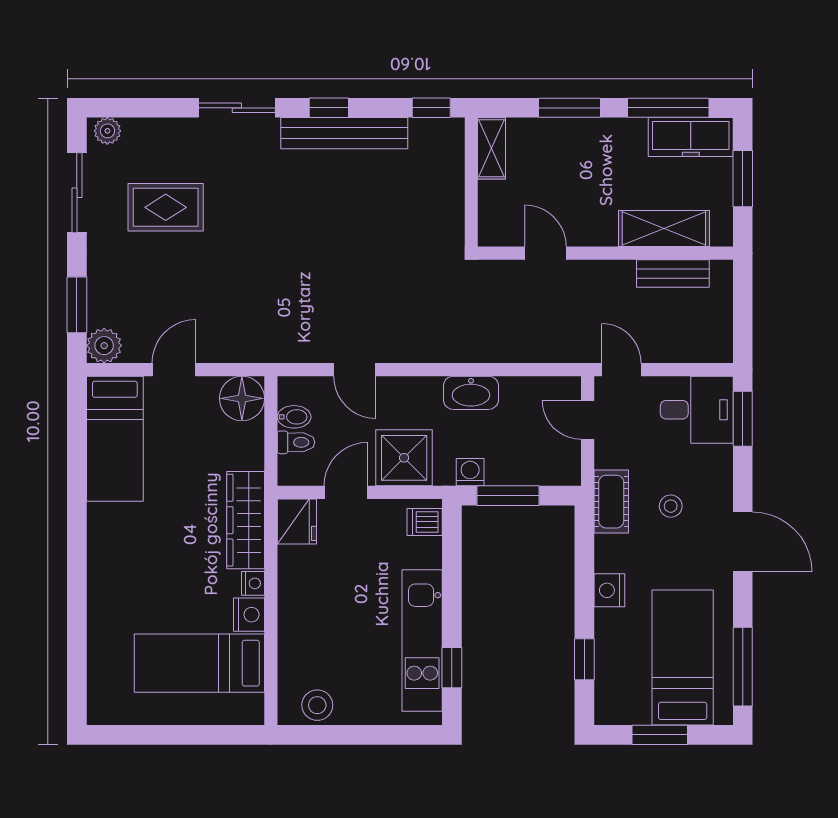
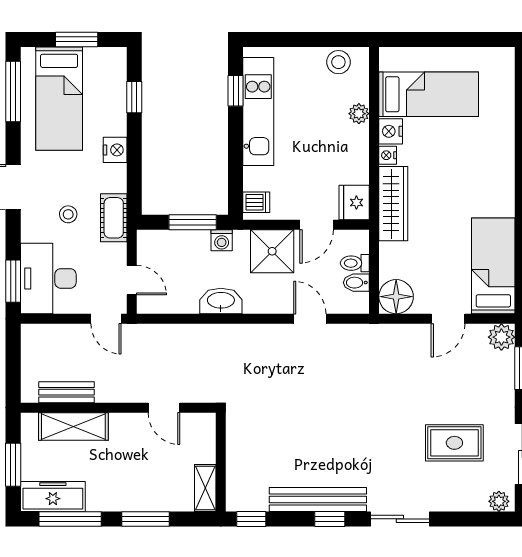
desk: (697, 410) -> (48, 278), width x1.37
plant: (291, 638) -> (359, 114), added

